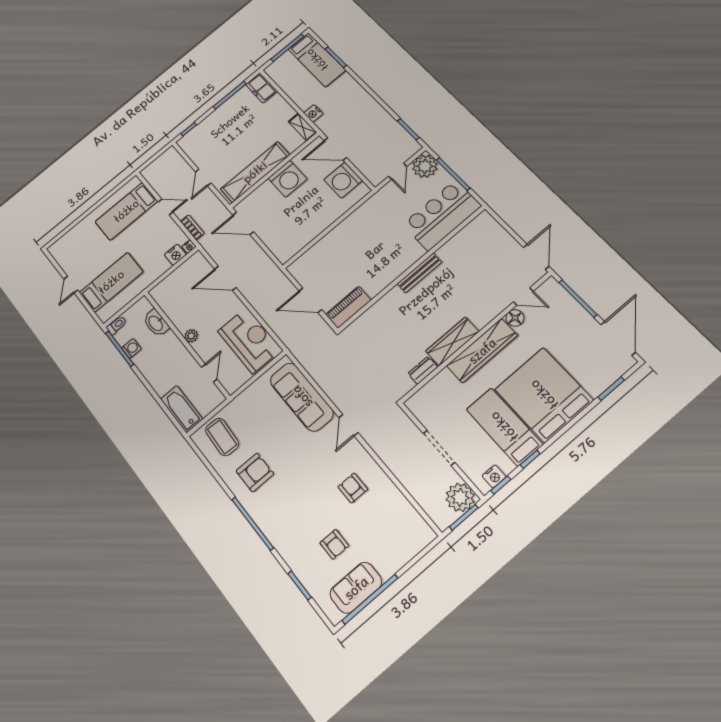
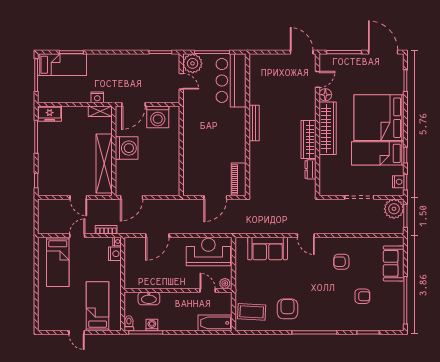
plant: (191, 336) -> (225, 283), moved
sofa: (302, 397) -> (268, 249), width x0.73
sofa: (356, 588) -> (394, 263), moved

